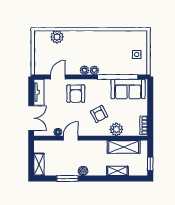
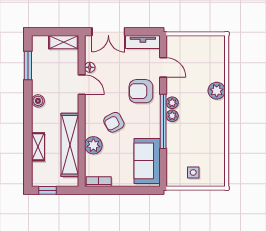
plant: (57, 37) -> (217, 91), moved
window: (118, 77) -> (163, 121), moved
shelving: (124, 147) -> (70, 145), width x1.47
shelving: (39, 164) -> (64, 42), moved
window: (67, 178) -> (28, 65), moved

